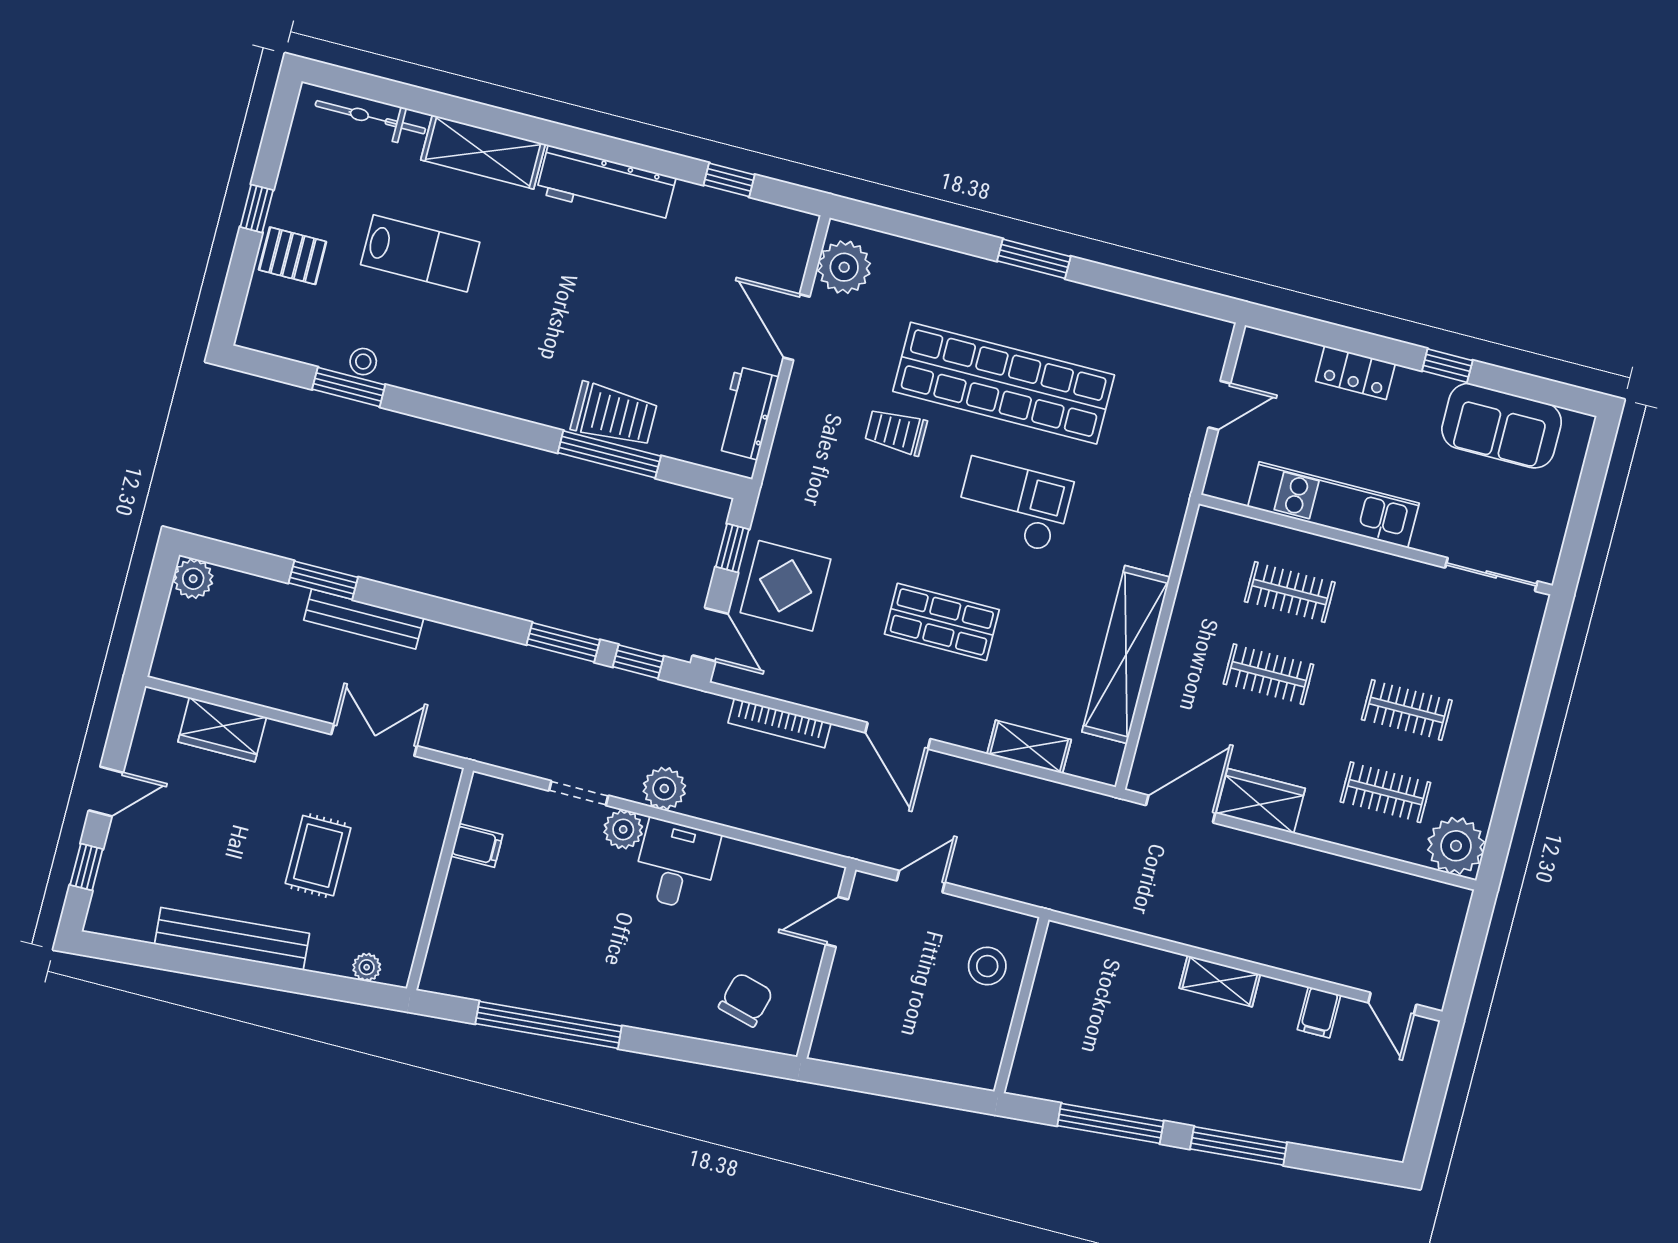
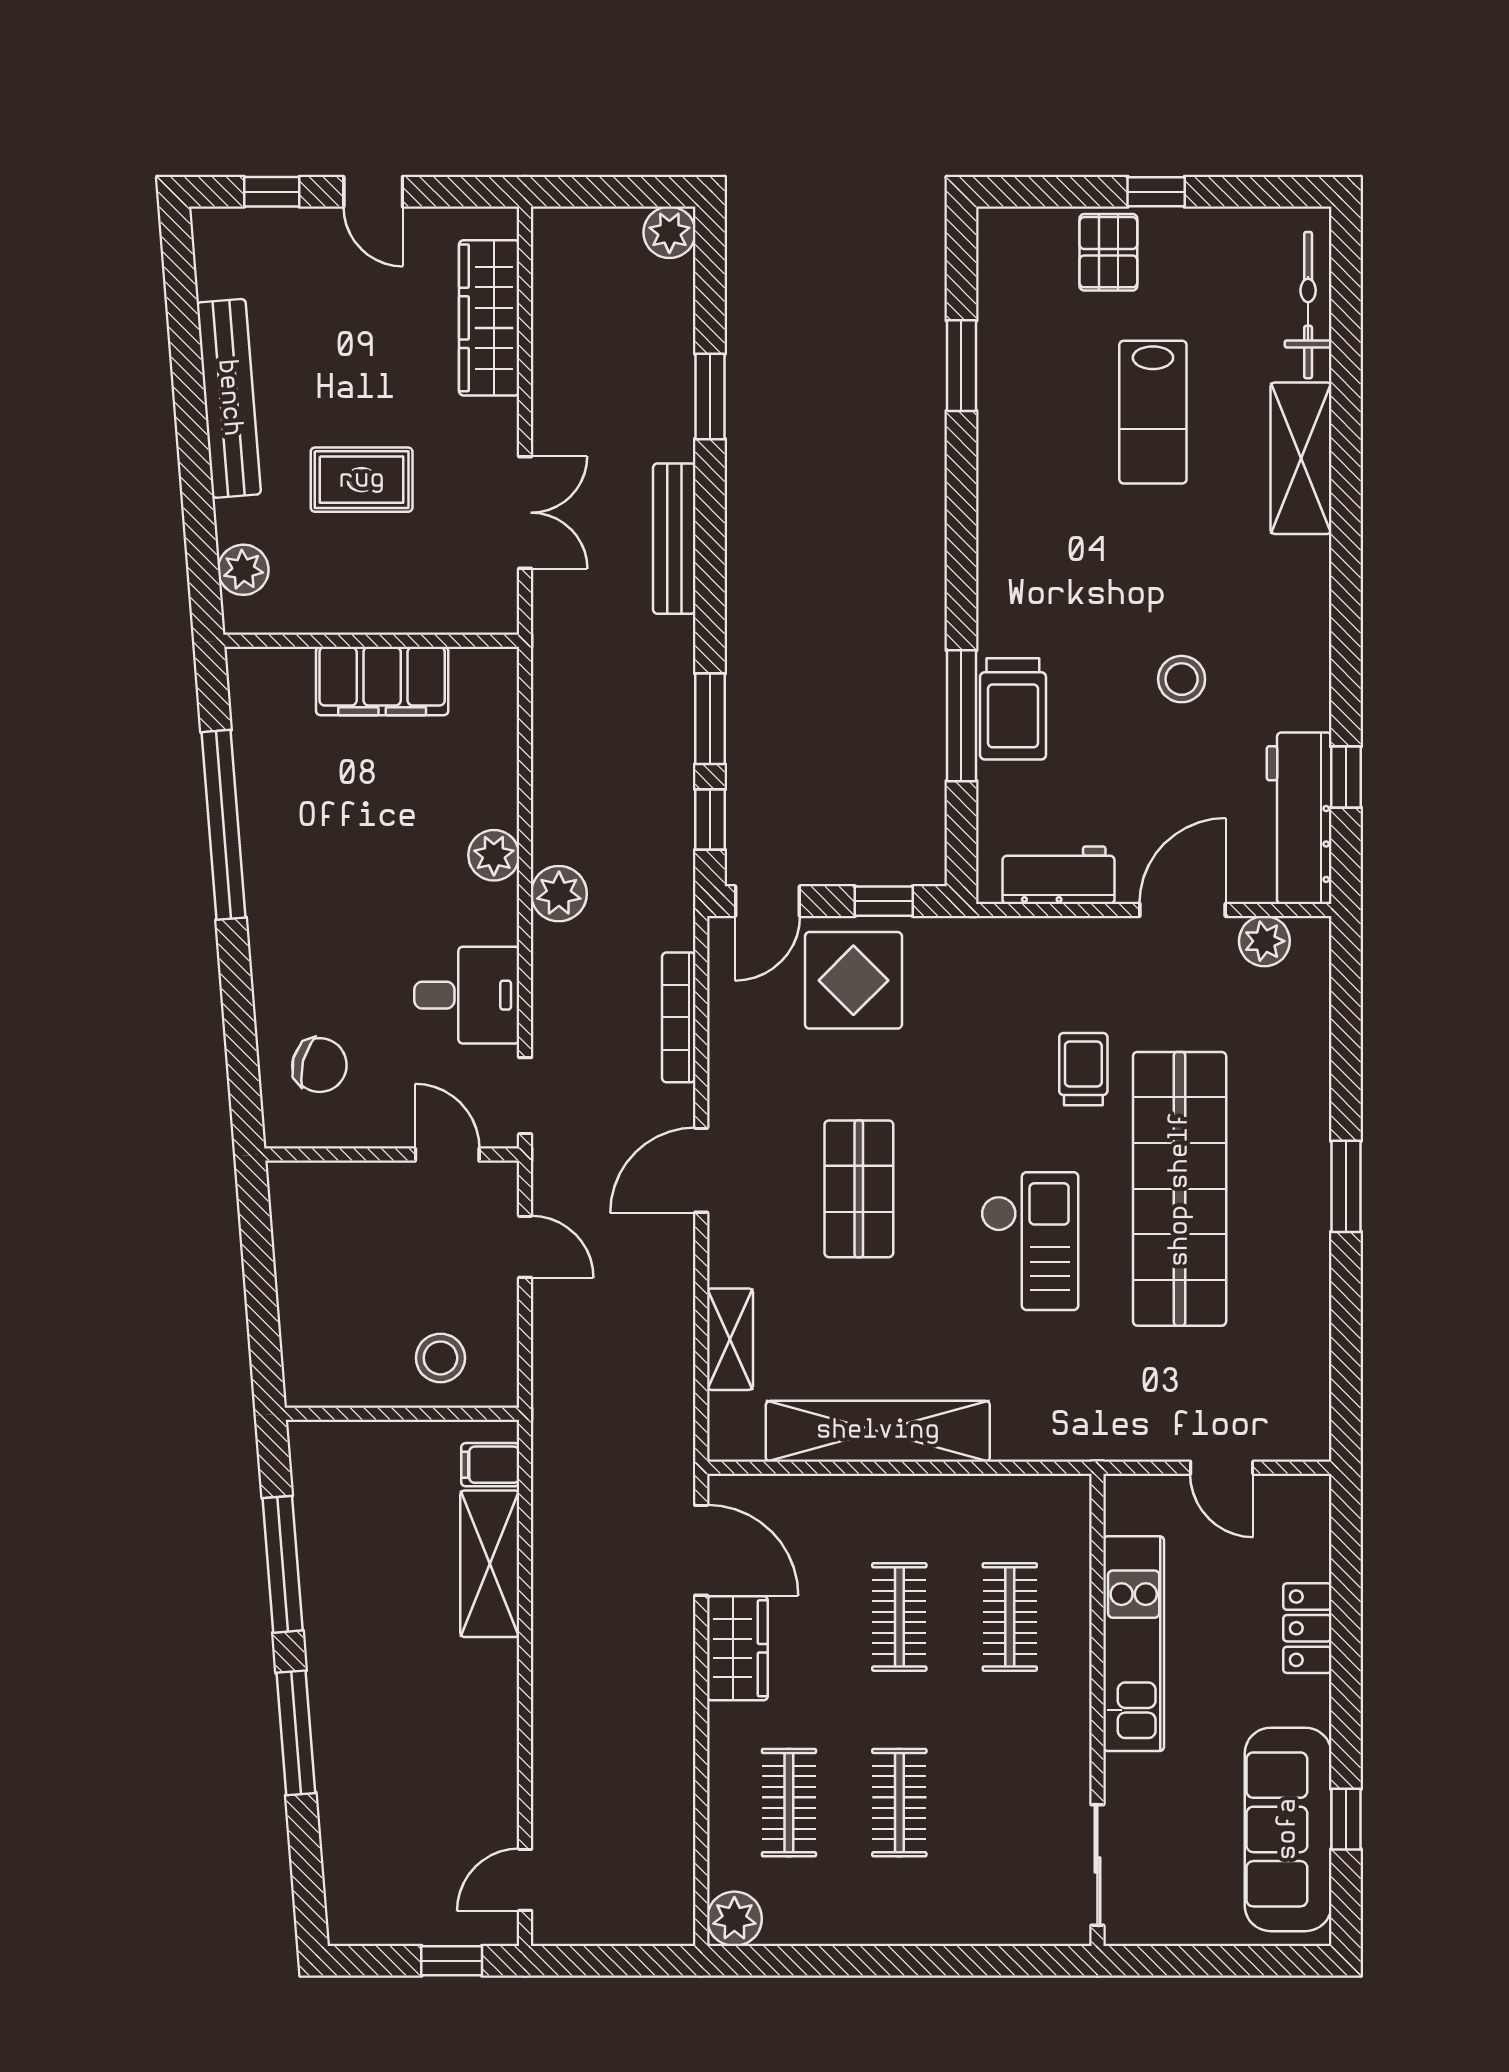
workbench: (606, 185) -> (1299, 818), moved
plant: (844, 267) -> (1264, 941), width x0.73, depth x0.73
stool: (363, 362) -> (1182, 679), moved, width x1.37, depth x1.37
window: (1447, 366) -> (1346, 1819), moved
sofa: (1502, 426) -> (1288, 1829), width x1.36
bench: (364, 619) -> (674, 539), moved
wardrobe: (222, 729) -> (489, 318), width x1.50
doorway: (579, 793) -> (525, 1096), moved
filing cabinet: (477, 845) -> (382, 681), width x3.00, depth x1.17
plant: (1456, 846) -> (734, 1919), width x0.73, depth x0.73
desk: (676, 865) -> (467, 995), moved
plant: (367, 967) -> (243, 570), width x1.38, depth x1.38
shelving: (1220, 981) -> (490, 1564), moved, width x1.50, depth x1.33
filing cabinet: (1319, 1012) -> (490, 1465), moved
window: (1438, 1074) -> (452, 1961), added

